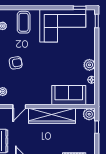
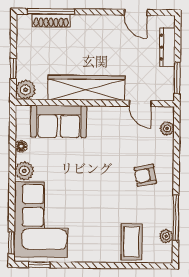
corner sofa: (63, 26) -> (41, 219), moved, turned 90
door: (19, 107) -> (140, 103), swing flipped

